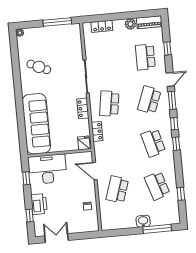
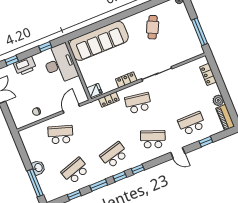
window: (172, 100) -> (99, 185), moved

